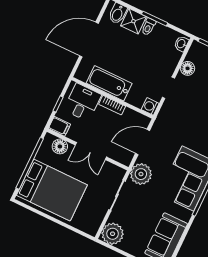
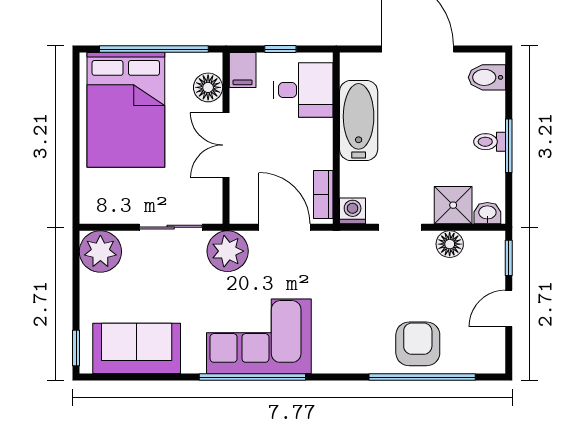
shower: (133, 21) -> (453, 205), moved
bookcase: (112, 105) -> (323, 194), moved

